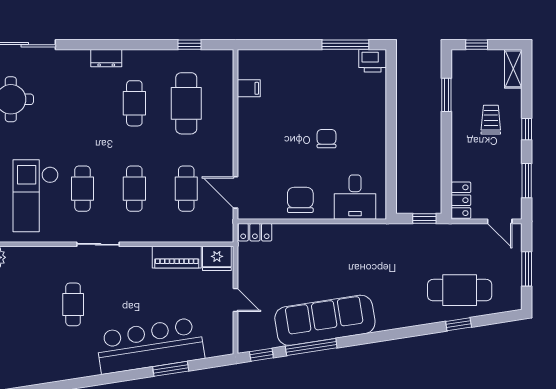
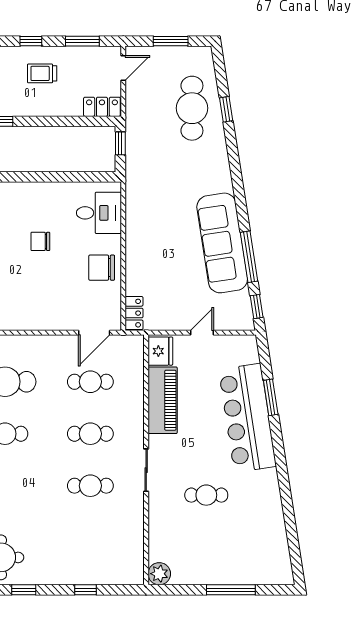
trolley: (491, 120) -> (42, 73), moved
checkout: (36, 196) -> (98, 533), removed
piano: (177, 257) -> (163, 400), width x1.37, depth x1.33

